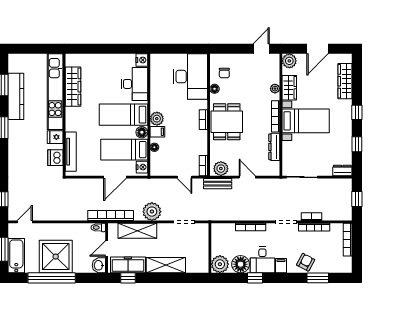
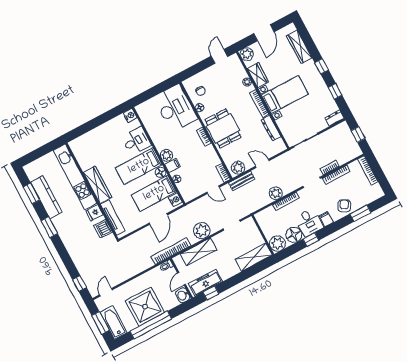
desk: (135, 84) -> (136, 141), width x0.73
wardrobe: (73, 87) -> (97, 185), moved
plant: (245, 214) -> (276, 193), added
shelving: (166, 265) -> (254, 257), moved

